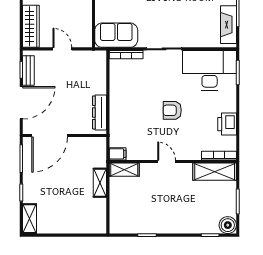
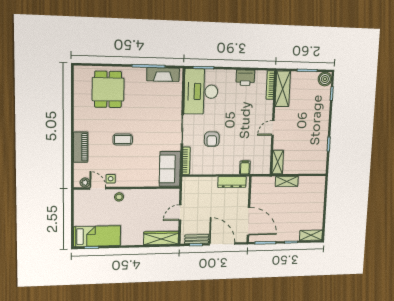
armchair: (172, 110) -> (212, 139), moved
filing cabinet: (118, 154) -> (245, 167), moved

